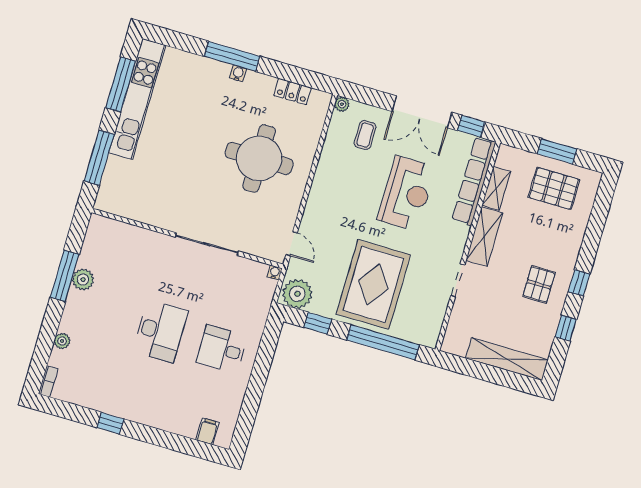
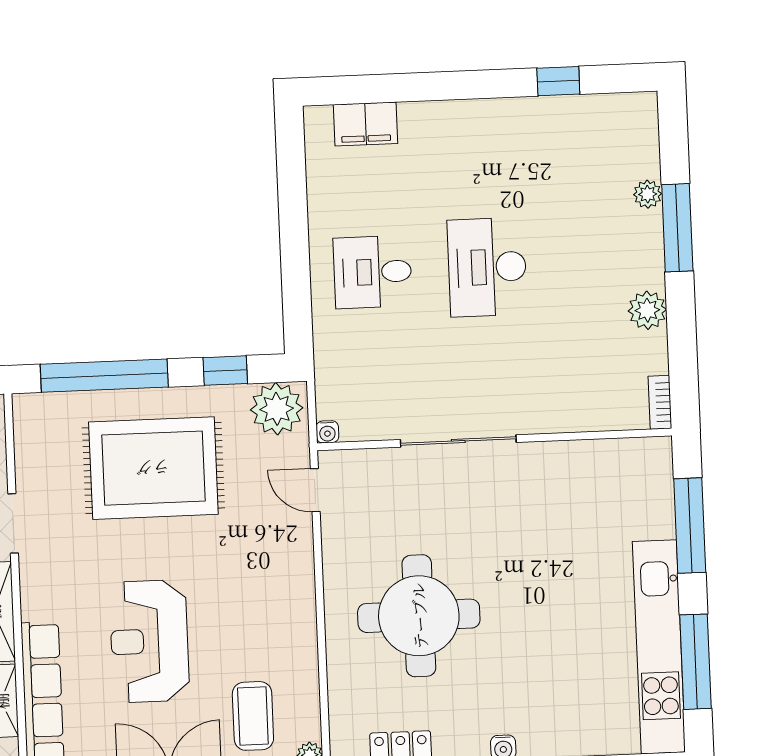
coffee table: (365, 135) -> (253, 716), width x1.36, depth x1.30
window: (65, 276) -> (677, 228), moved
rug: (373, 284) -> (153, 468), turned 90
desk: (222, 349) -> (373, 272), turned 180
bookcase: (48, 381) -> (660, 402), moved
window: (110, 423) -> (558, 81), moved
filing cabinet: (207, 431) -> (366, 124), width x2.00

